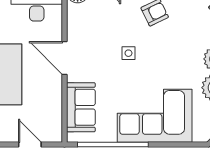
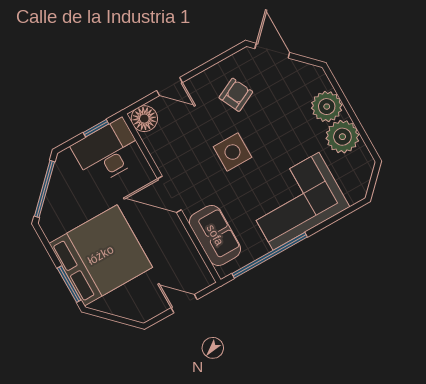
side table: (128, 53) -> (232, 152), width x1.87, depth x1.87

